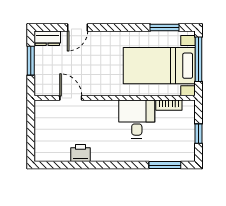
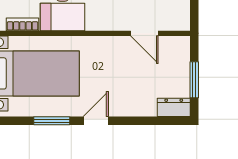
door: (77, 27) -> (96, 121), moved
window: (164, 27) -> (52, 121), moved

